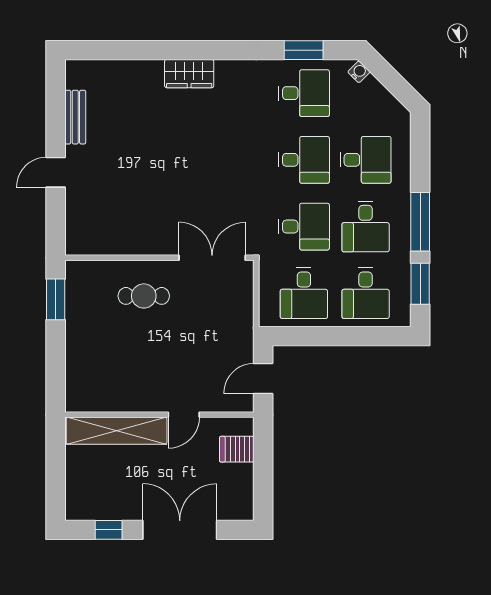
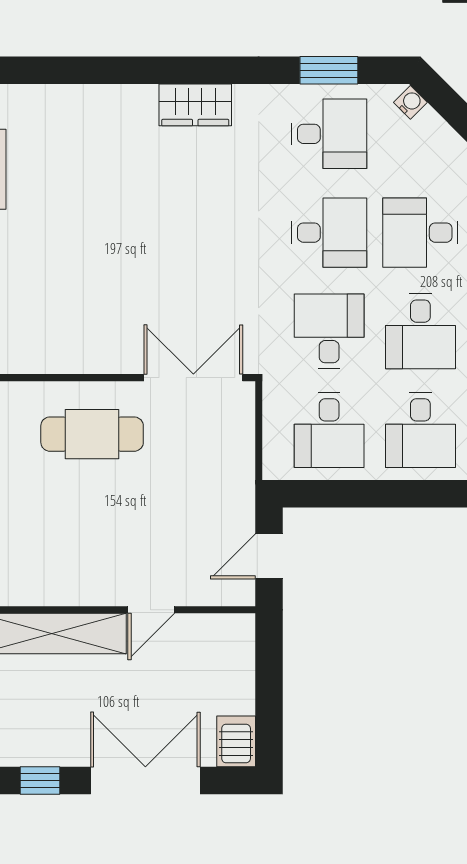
wardrobe: (189, 74) -> (195, 105), moved
desk: (366, 160) -> (420, 233), turned 180
desk: (304, 227) -> (329, 331), turned -90
cafe table: (144, 296) -> (92, 434), width x1.37, depth x1.35
server rack: (237, 449) -> (236, 741), moved, turned 90

